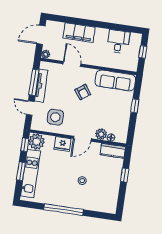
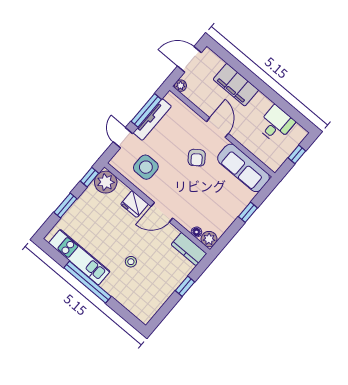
door: (72, 64) -> (217, 128), moved
plant: (101, 134) -> (209, 239), moved
kitchen unit: (30, 173) -> (79, 257), moved, turned -90

